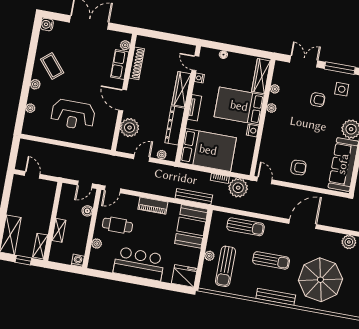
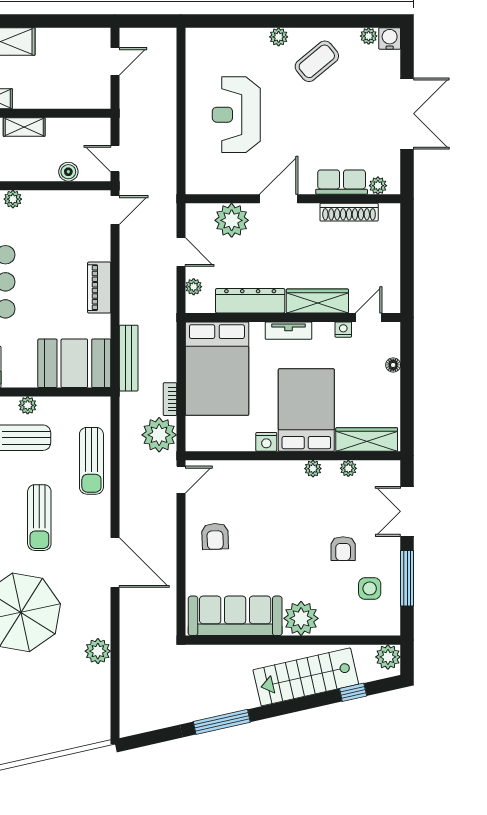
double door: (304, 61) -> (407, 511), swing flipped
plant: (30, 108) -> (369, 36), moved
door: (113, 189) -> (115, 210), swing flipped
cafe table: (117, 225) -> (53, 230), removed

